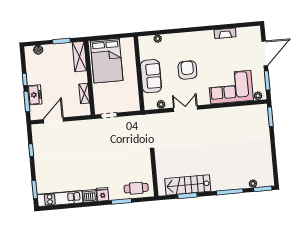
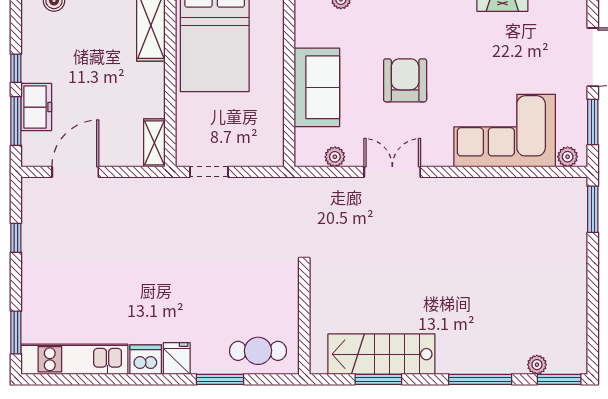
shelving: (84, 94) -> (154, 143), moved

